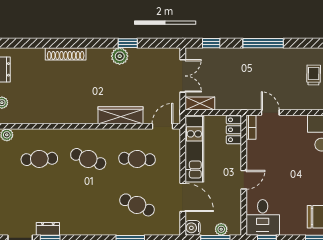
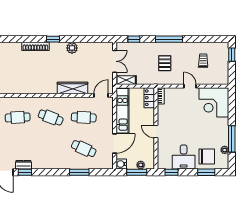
window: (128, 43) -> (53, 39), moved
pallet: (257, 79) -> (165, 63), added
door: (270, 113) -> (190, 86), moved
door: (244, 180) -> (156, 132), swing flipped
door: (183, 197) -> (115, 143), hinge flipped
desk: (263, 217) -> (184, 157), moved

